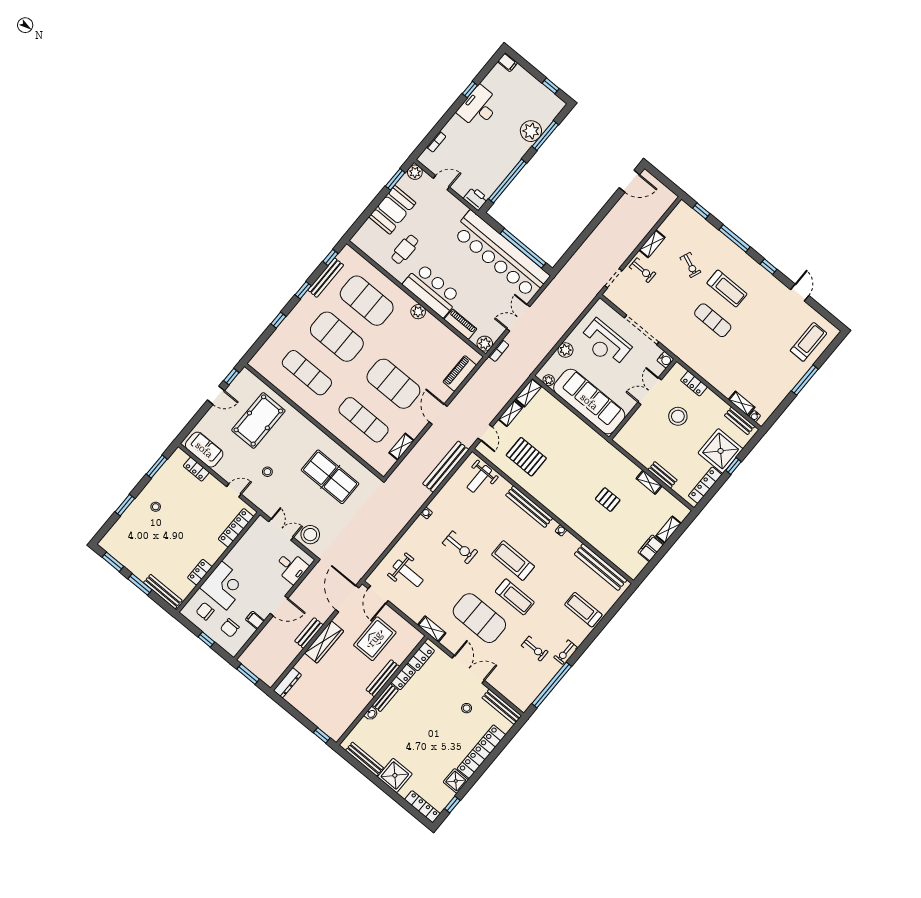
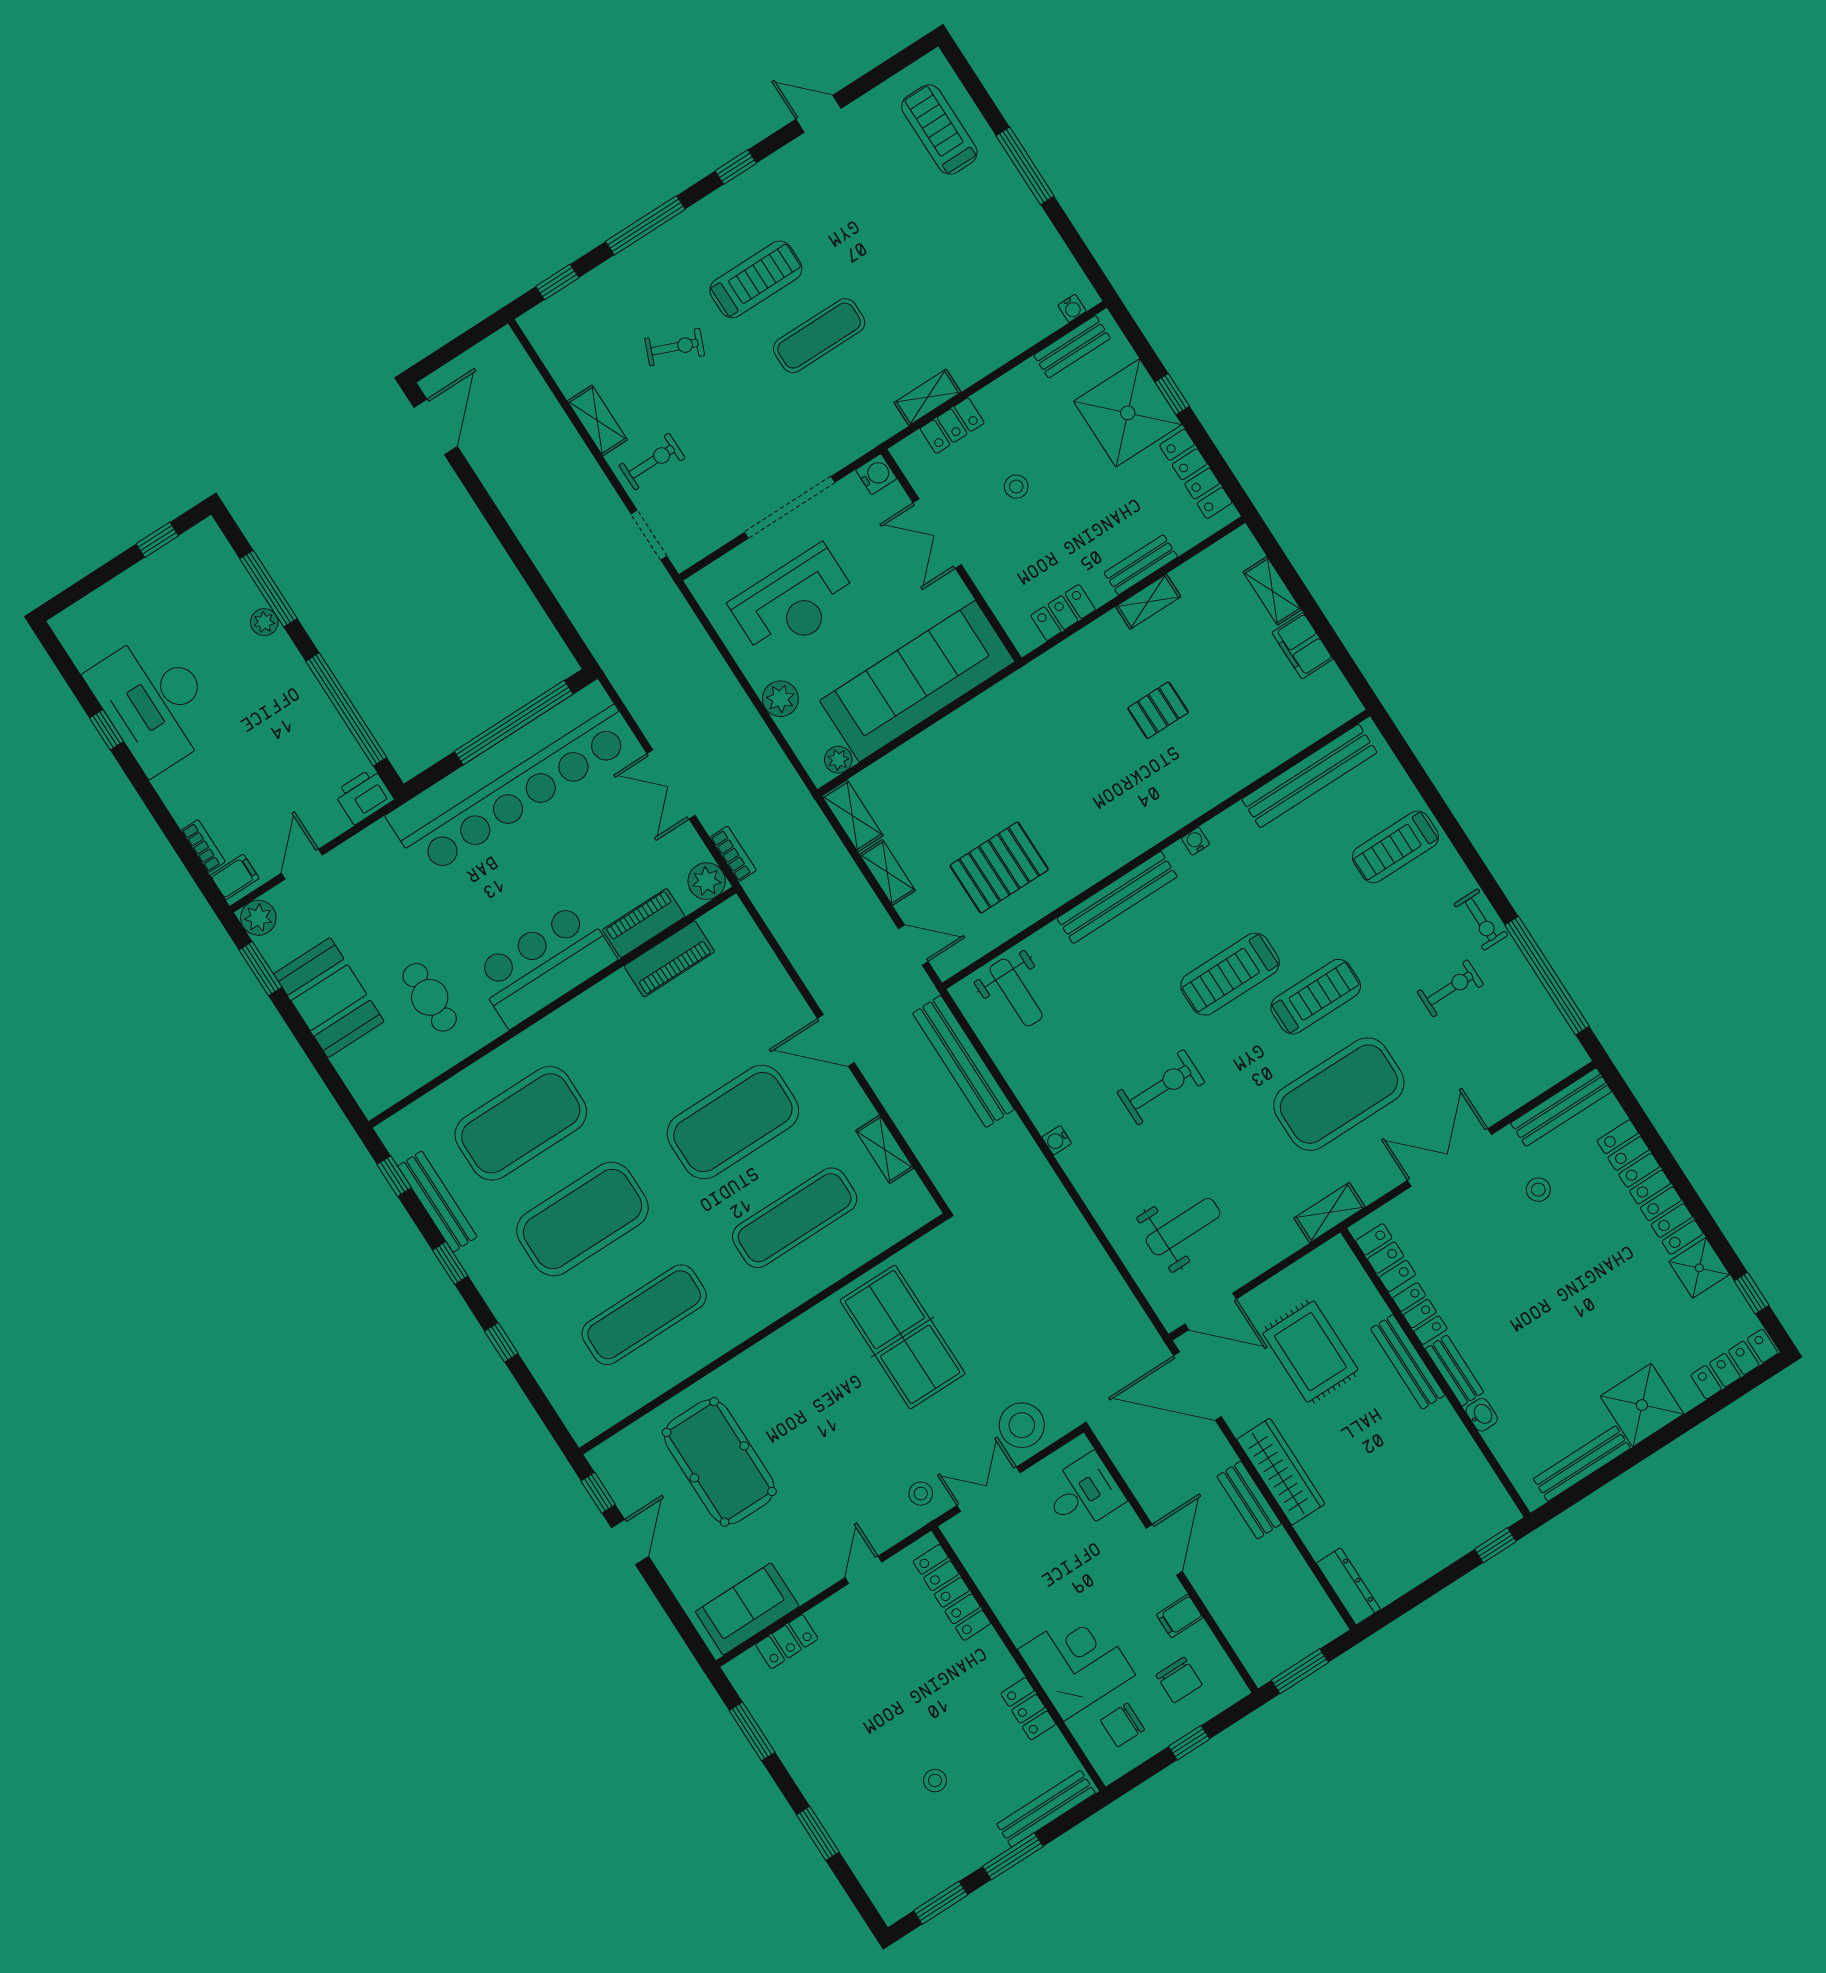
filing cabinet: (507, 62) -> (235, 877), moved
desk: (479, 107) -> (154, 702), width x1.36, depth x1.30
plant: (531, 131) -> (264, 622), width x0.53, depth x0.53
plant: (418, 312) -> (584, 1012), removed
piano: (460, 373) -> (669, 959), moved, turned -90
shelving: (742, 403) -> (927, 397), moved
stool: (678, 416) -> (1016, 487), width x0.53, depth x0.53
locker: (634, 450) -> (1063, 613), added
stool: (267, 472) -> (921, 1494), moved
table tennis table: (330, 477) -> (902, 1337), turned 90
stool: (156, 507) -> (935, 1781), moved

